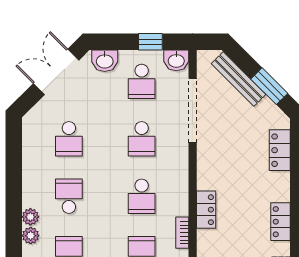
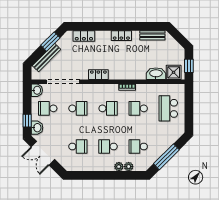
window: (150, 42) -> (27, 121), moved
school desk: (142, 81) -> (48, 108), turned 180
locker: (206, 210) -> (98, 75), moved

